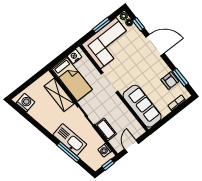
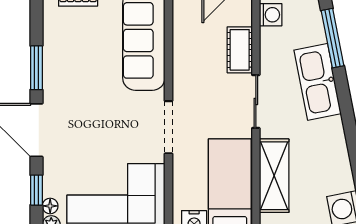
window: (180, 77) -> (36, 68), moved
armchair: (170, 81) -> (59, 47), removed
window: (68, 152) -> (333, 38), moved

